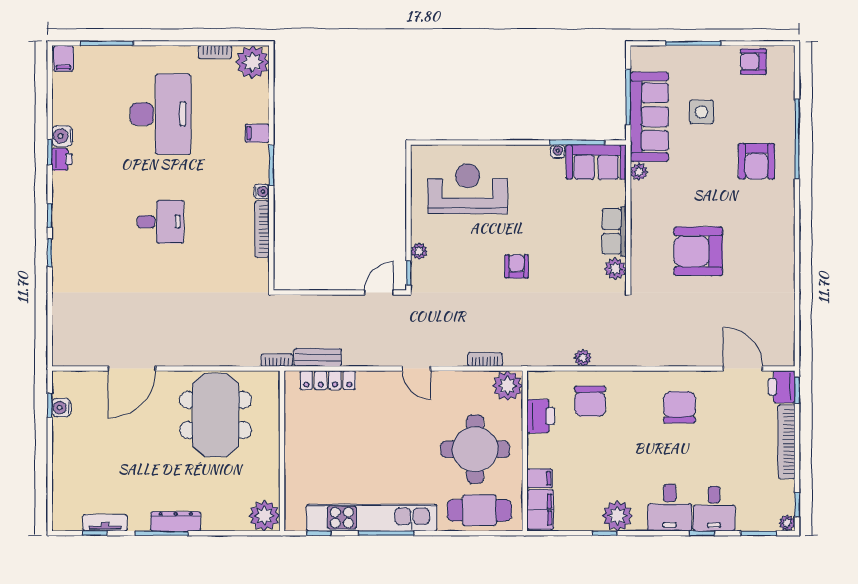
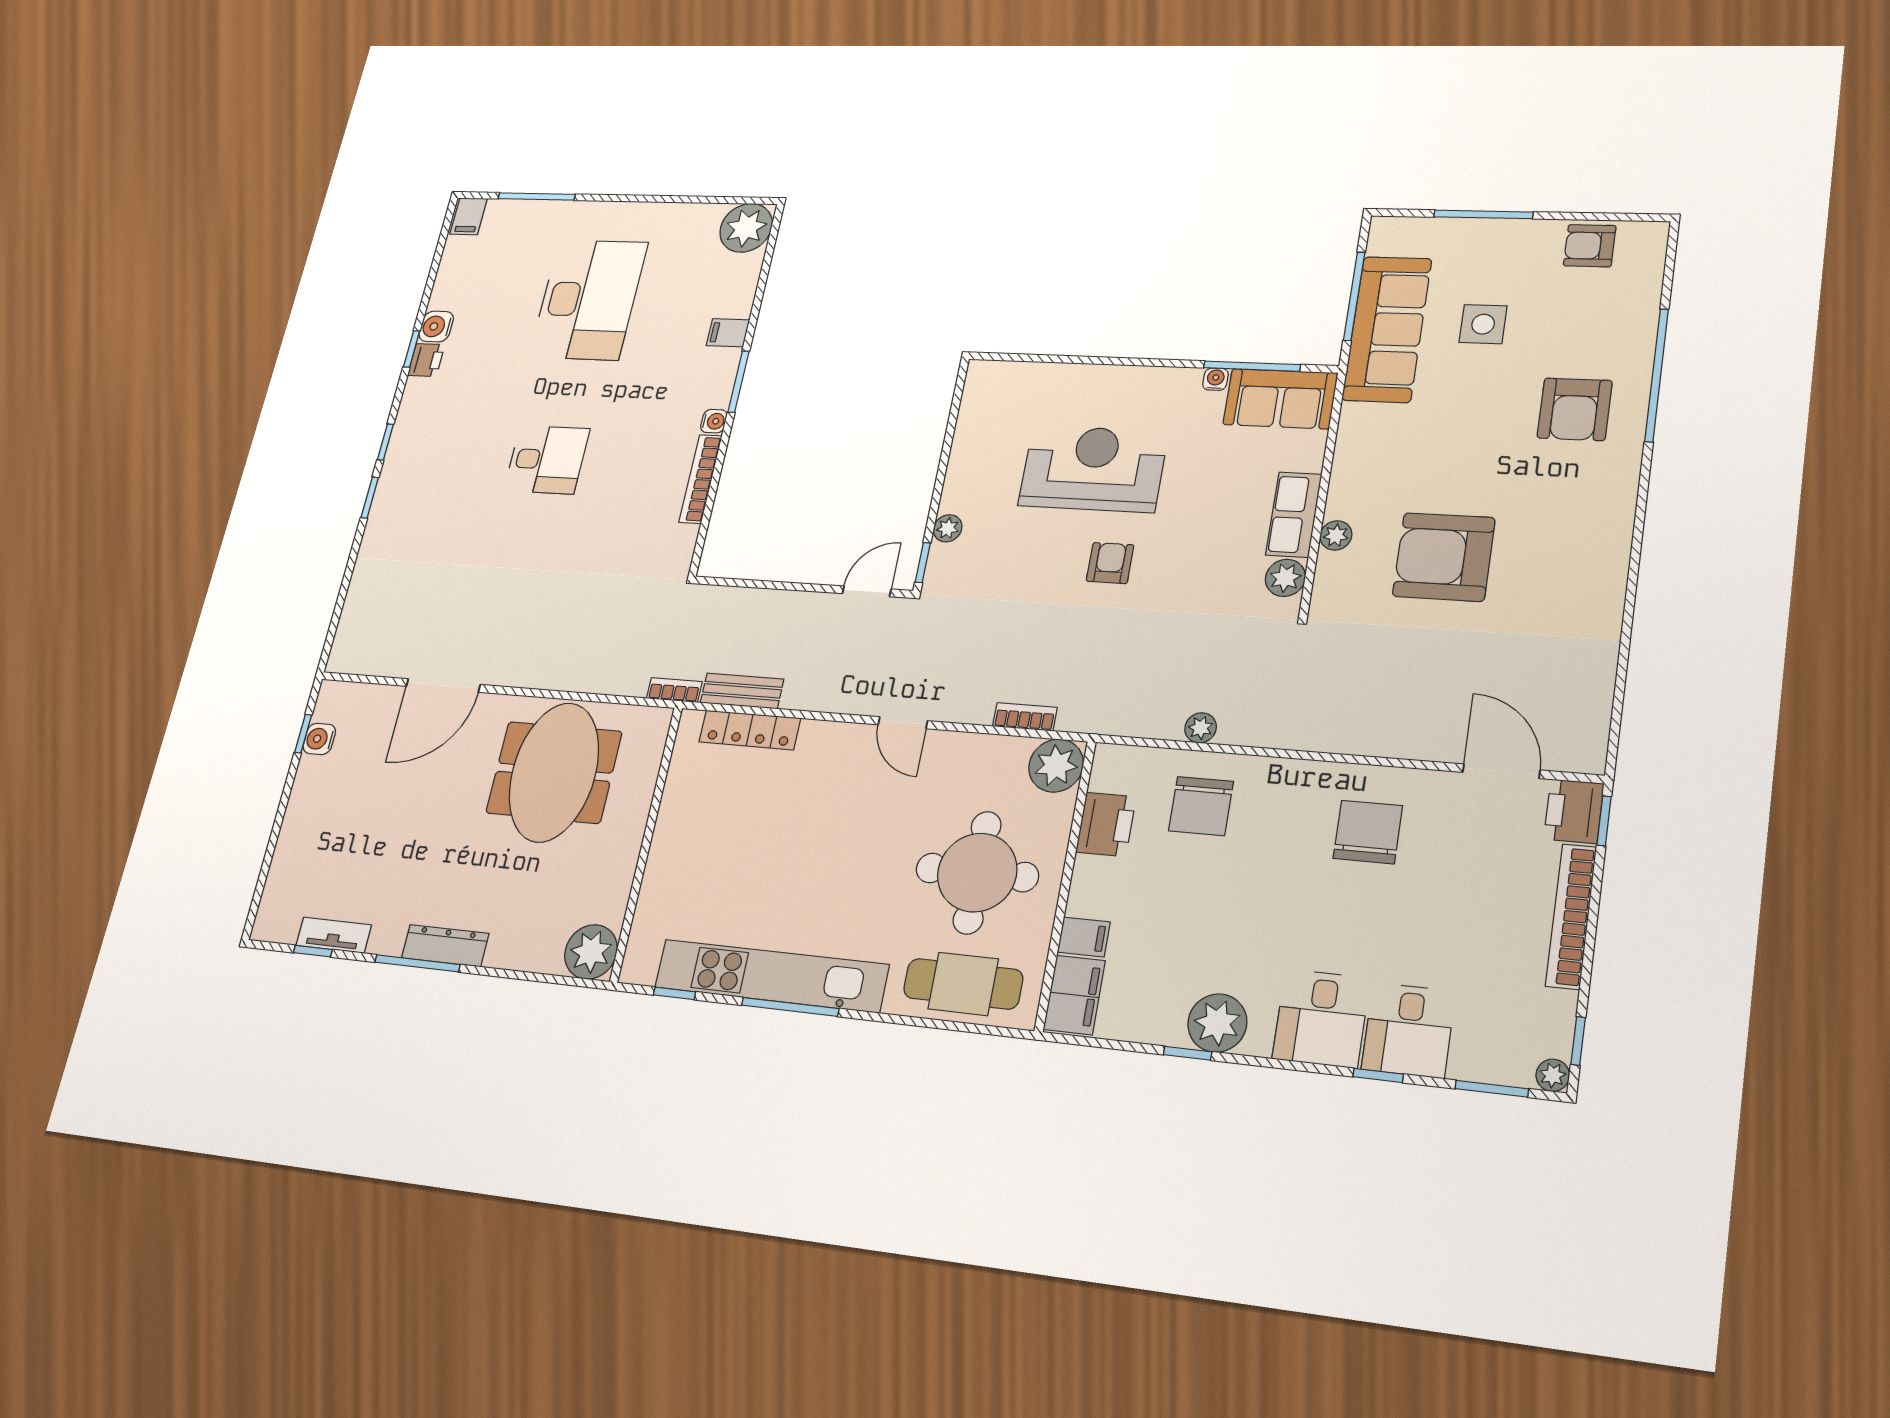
bookcase: (215, 52) -> (693, 212), removed
plant: (639, 172) -> (1336, 535), moved
reception desk: (468, 189) -> (1093, 469), moved

